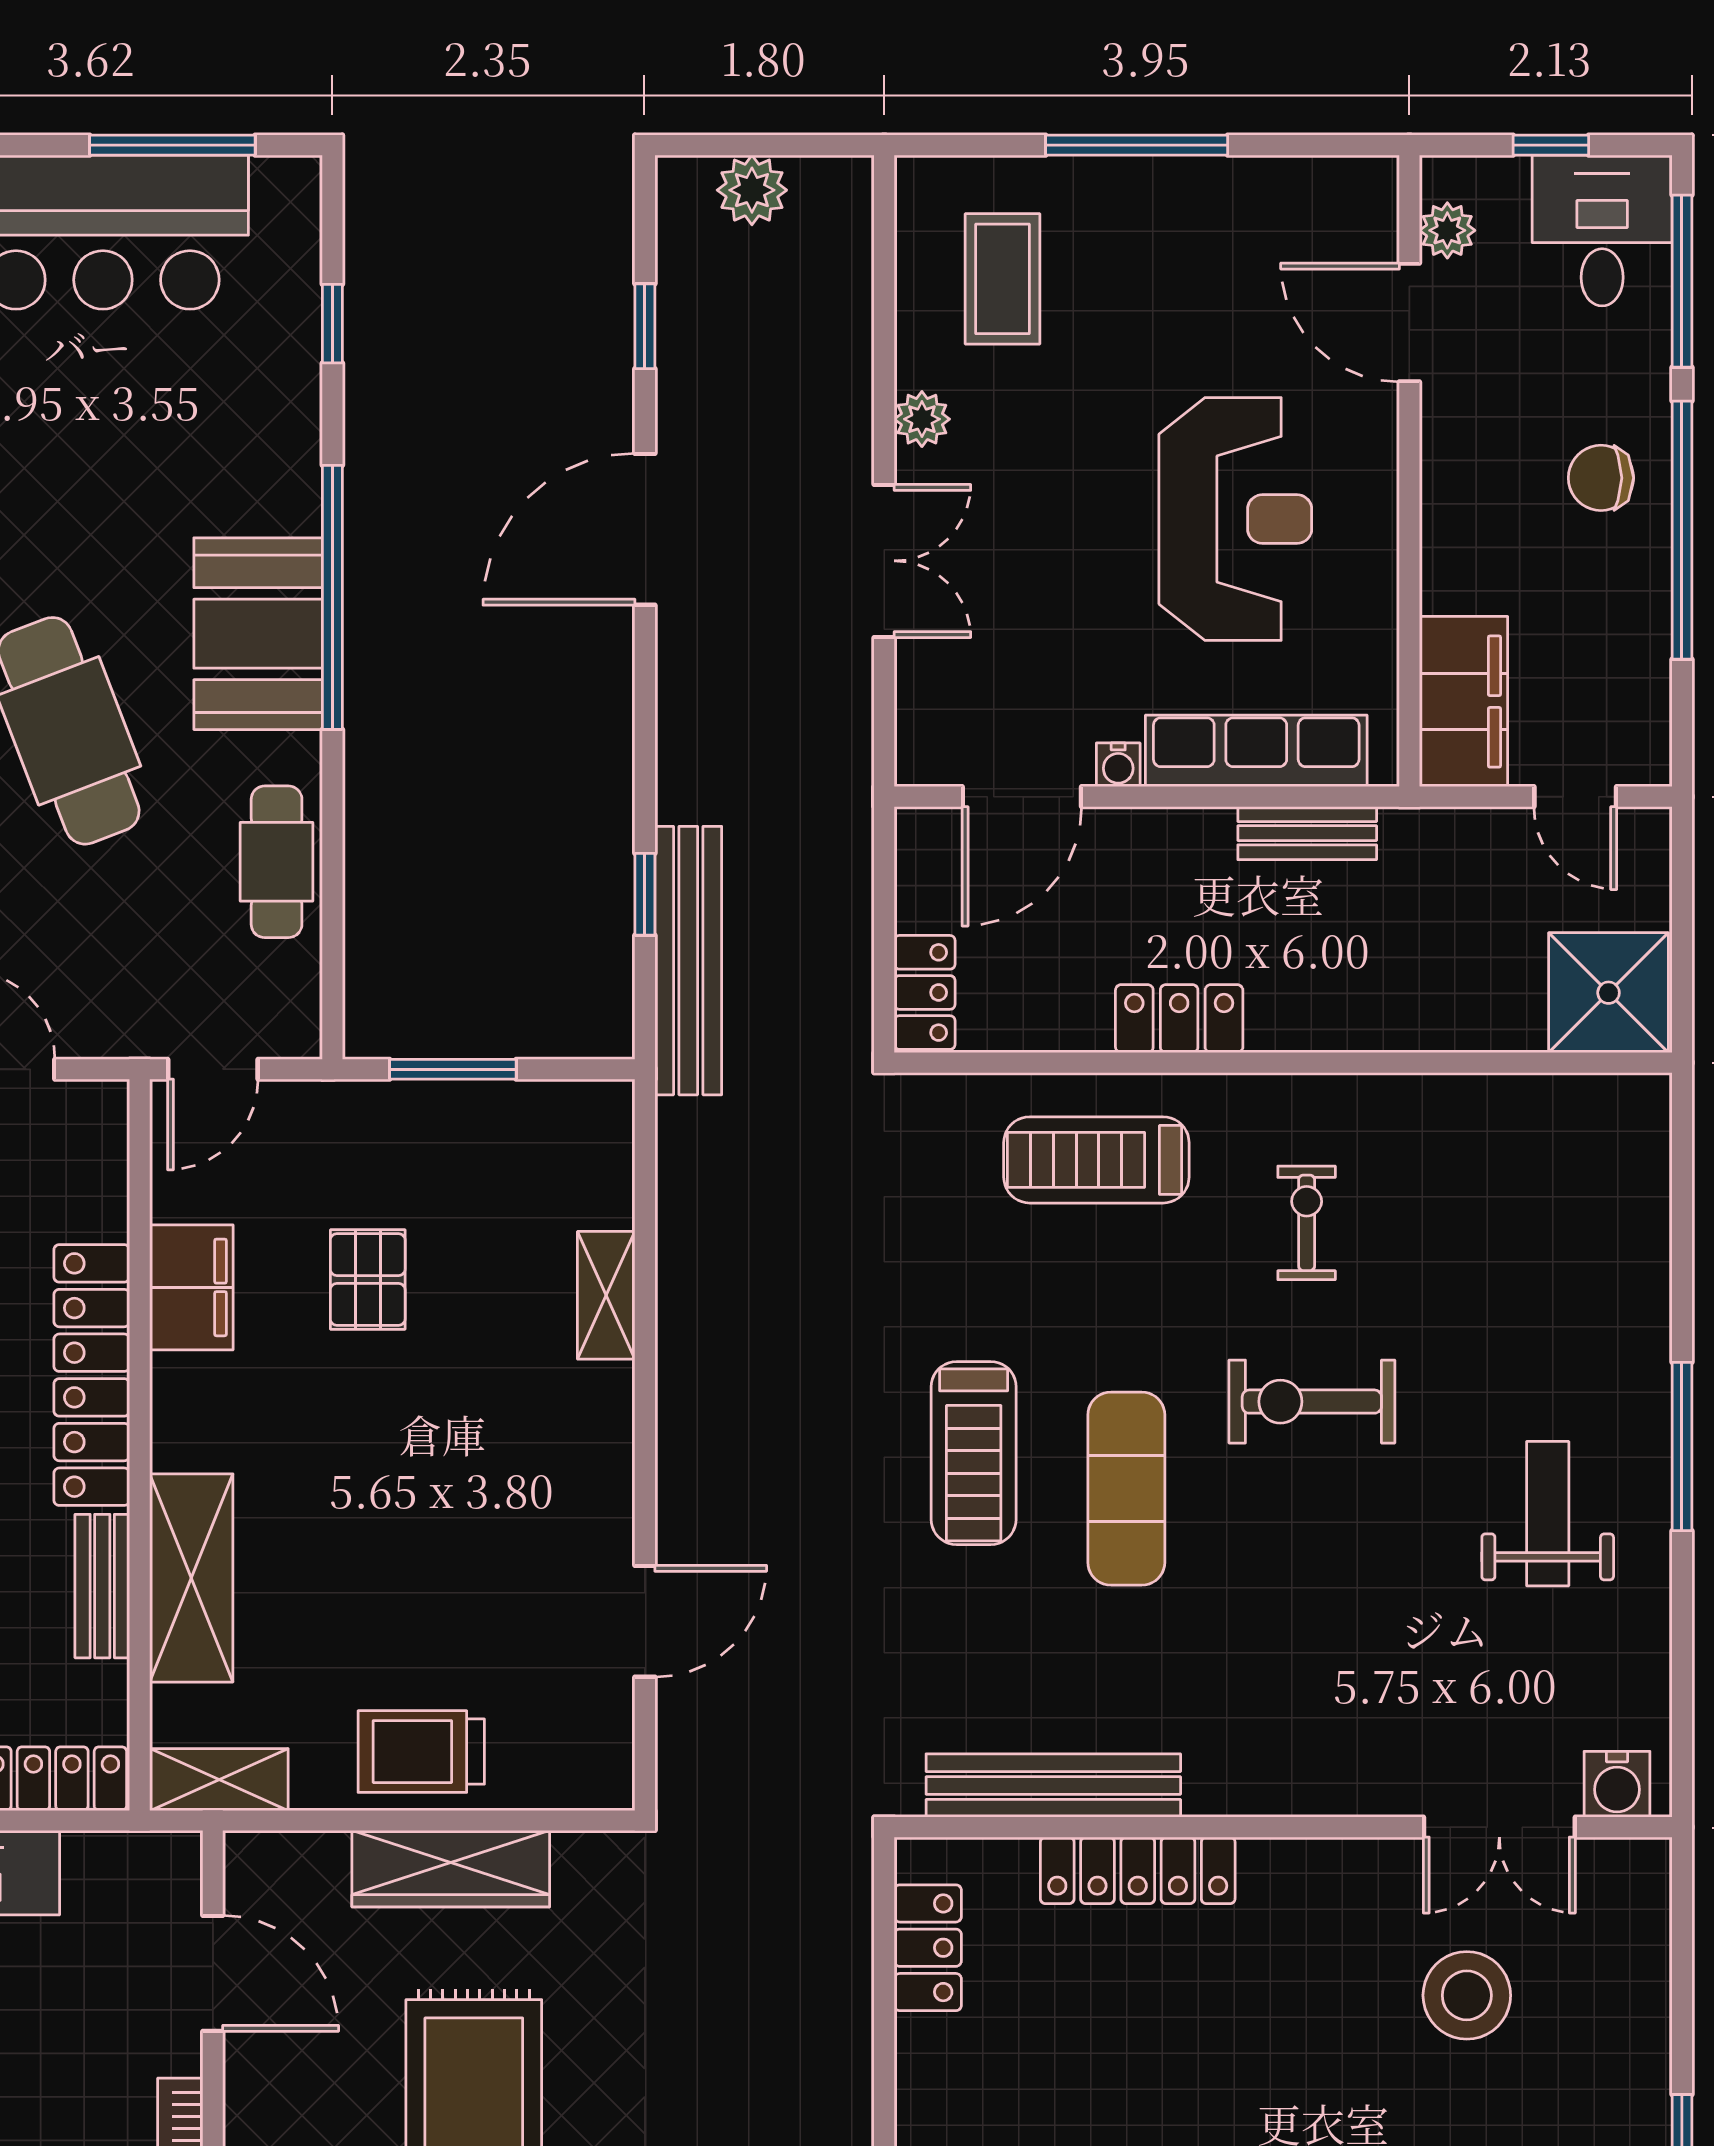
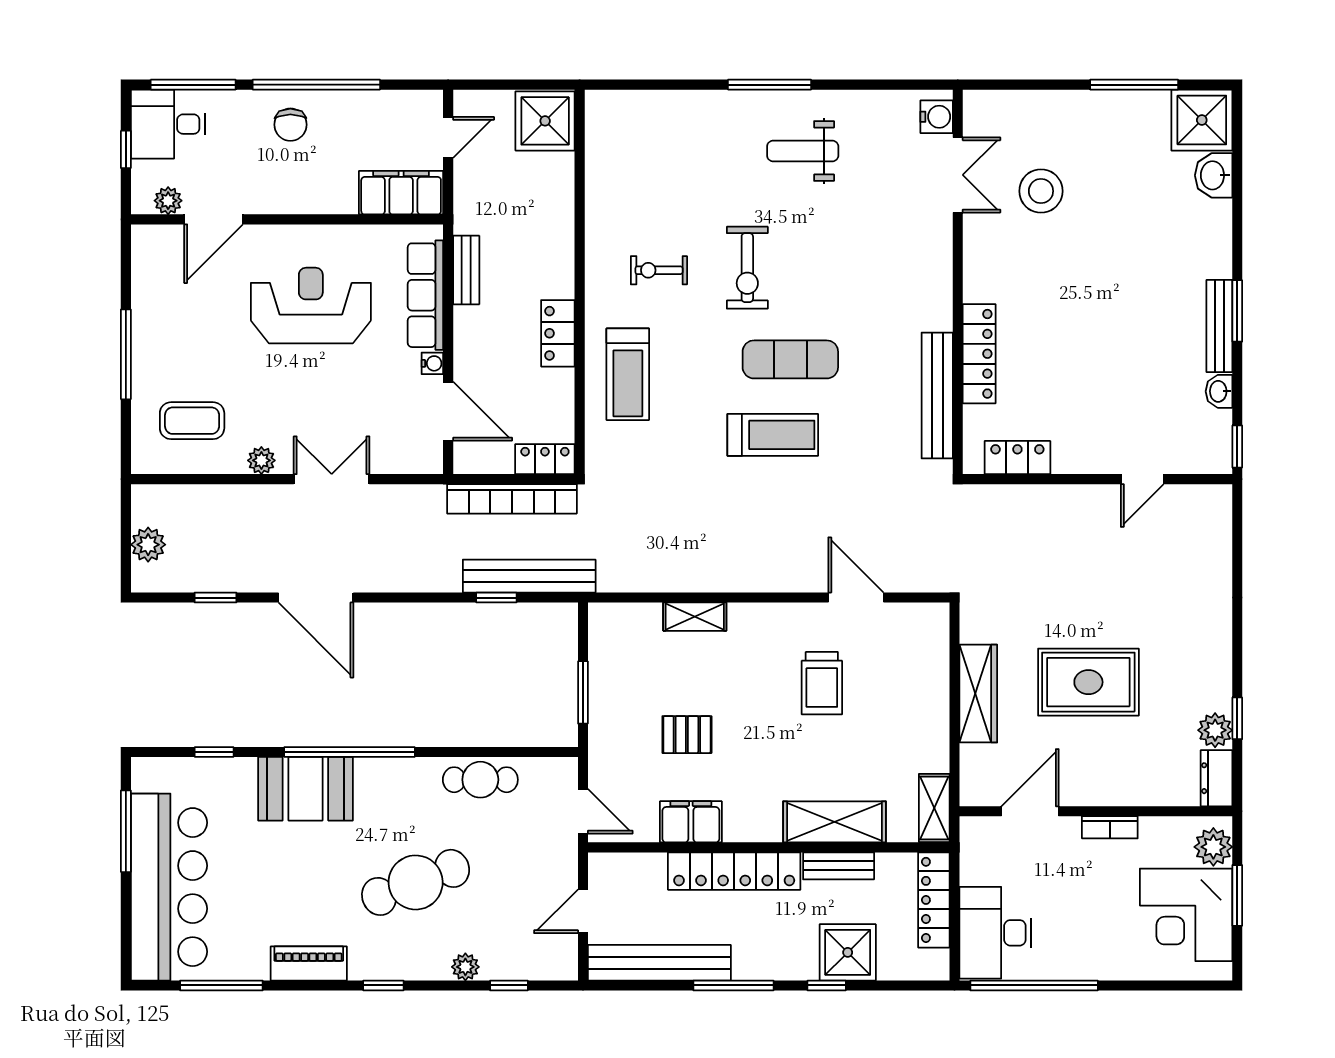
booth: (258, 634) -> (305, 789), moved
bookcase: (844, 926) -> (512, 499), added
trolley: (421, 1752) -> (822, 683), moved

